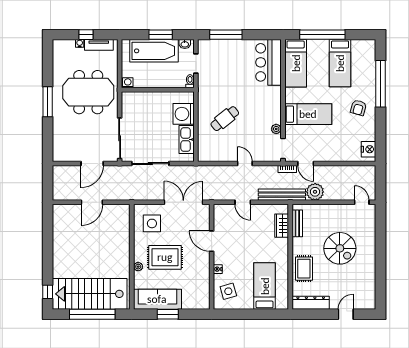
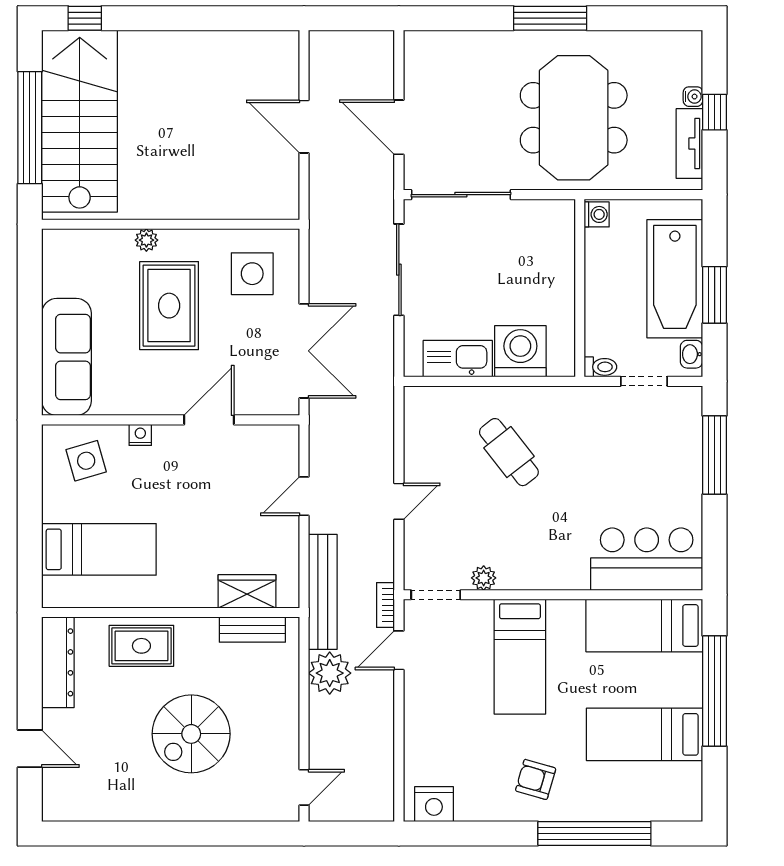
sofa: (157, 299) -> (67, 357), moved
window: (168, 314) -> (30, 312), removed

